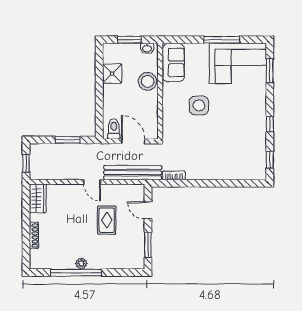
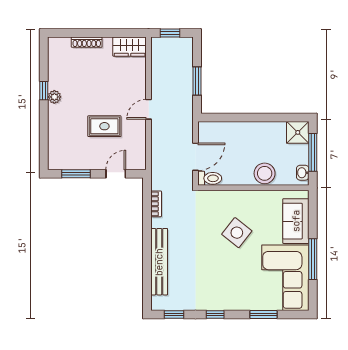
window: (129, 40) -> (313, 152), width x1.44
sofa: (173, 63) -> (296, 221), moved, turned 90
window: (270, 71) -> (263, 314), moved
shower: (112, 74) -> (298, 132), moved
side table: (199, 105) -> (237, 233), turned 38
toilet: (114, 129) -> (210, 178), moved
bench: (133, 173) -> (159, 262), moved
window: (76, 273) -> (44, 91), width x0.32

